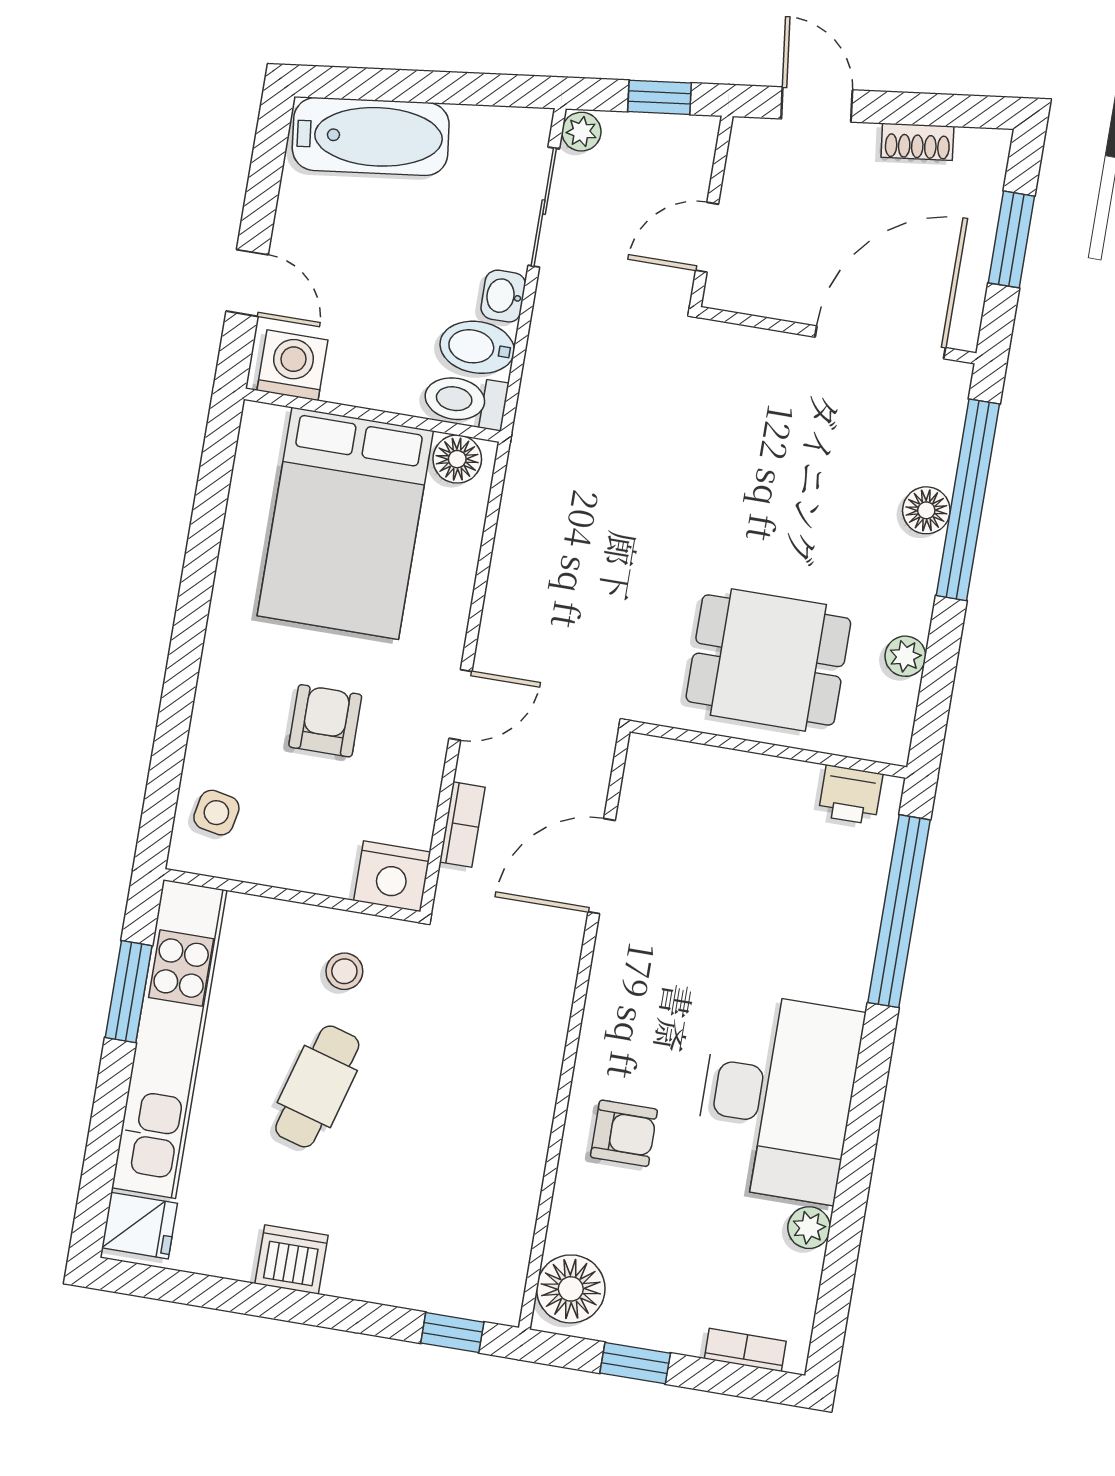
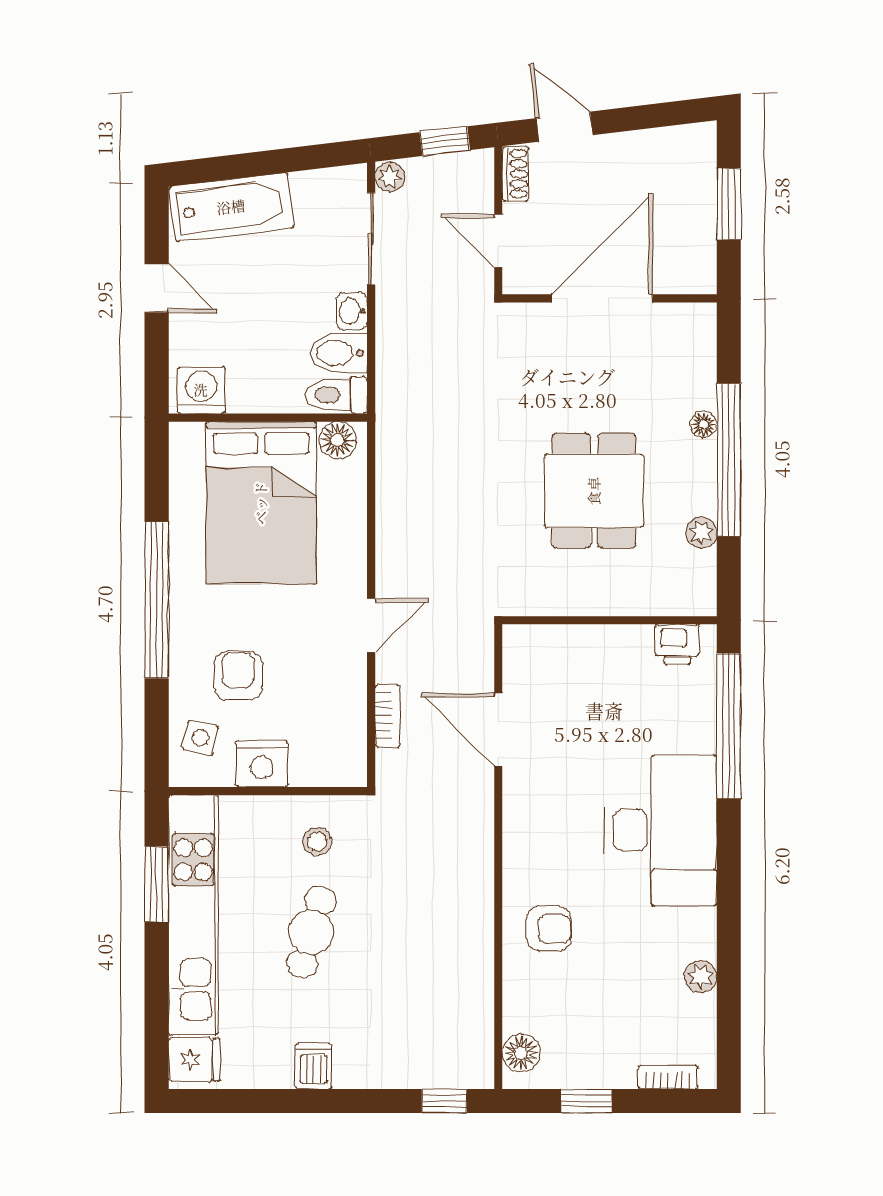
shoe rack: (917, 142) -> (515, 174), moved, turned -83
door: (707, 237) -> (498, 241), hinge flipped
door: (247, 283) -> (157, 288), moved
door: (880, 342) -> (602, 298), moved
window: (968, 500) -> (729, 460), moved
floor lamp: (926, 510) -> (704, 424), width x0.73, depth x0.73
window: (190, 626) -> (157, 600), added
dining table: (768, 660) -> (594, 491), moved, turned 90
armchair: (325, 721) -> (238, 676), moved
door: (602, 866) -> (498, 730), hinge flipped
nightstand: (392, 876) -> (262, 764), moved
desk: (778, 1097) -> (660, 830), moved
dishwasher: (292, 1259) -> (314, 1066), width x0.73
floor lamp: (571, 1289) -> (521, 1053), width x0.73, depth x0.73

